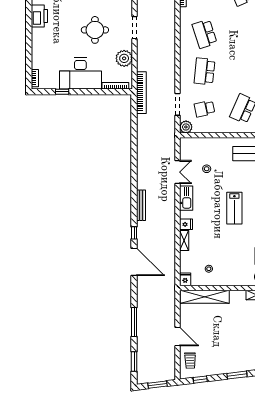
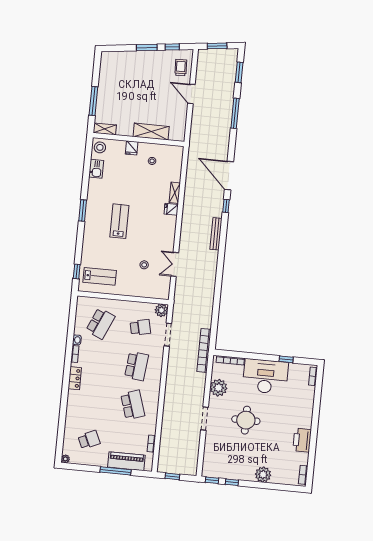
kitchen sink: (186, 198) -> (168, 236), removed
fridge: (185, 279) -> (132, 148), moved
shelving: (205, 297) -> (151, 132), width x0.68
window: (237, 375) -> (147, 48), moved

